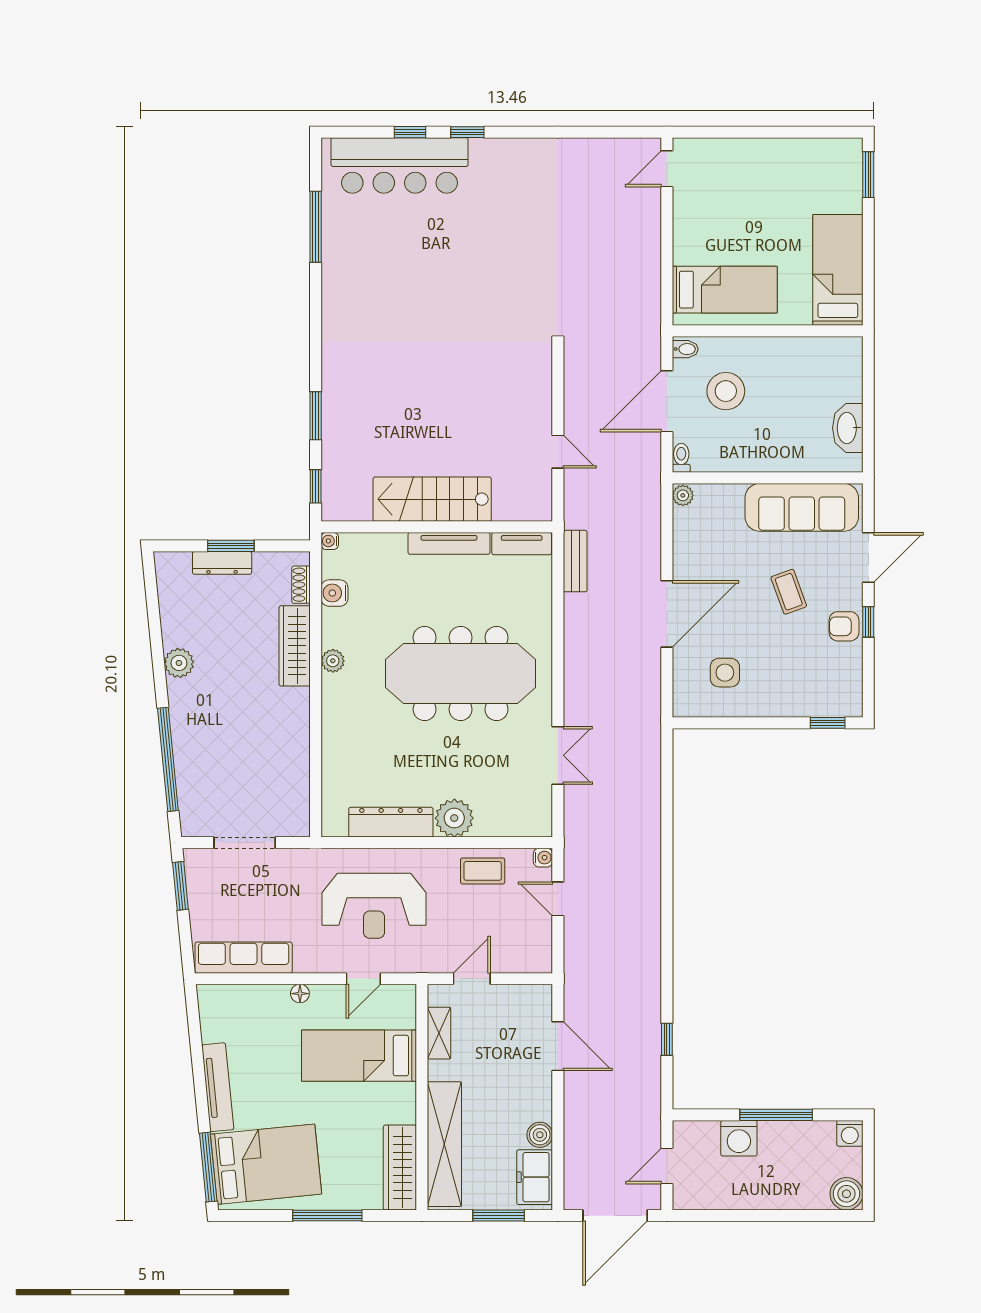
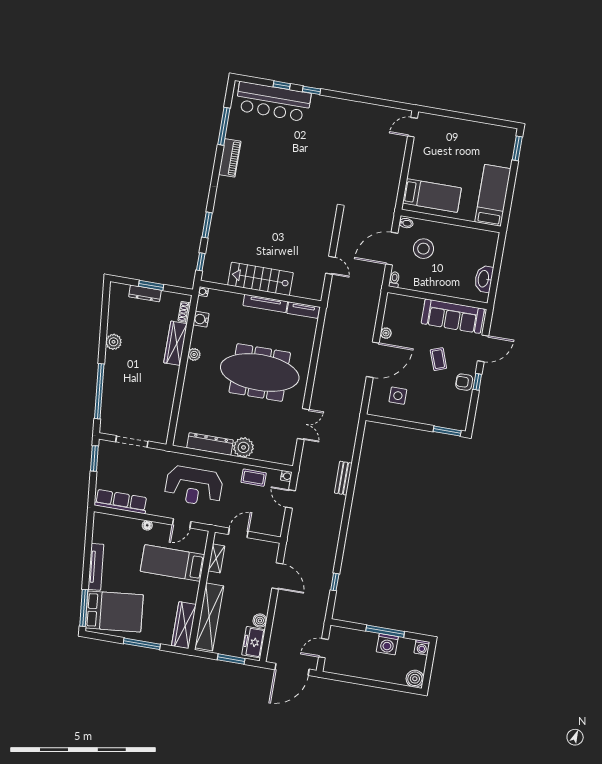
piano: (337, 284) -> (230, 158), added
plant: (683, 495) -> (386, 333), moved
bench: (575, 561) -> (343, 478), moved
window: (828, 723) -> (447, 431), width x1.50
washing machine: (739, 1138) -> (387, 644), moved

